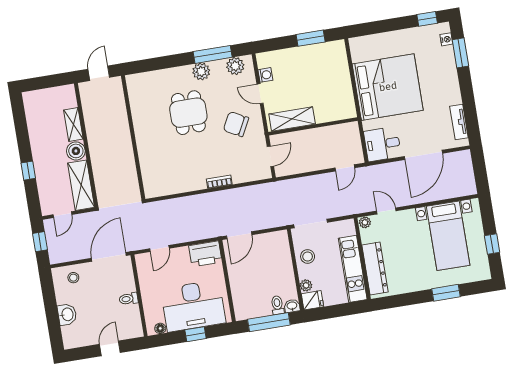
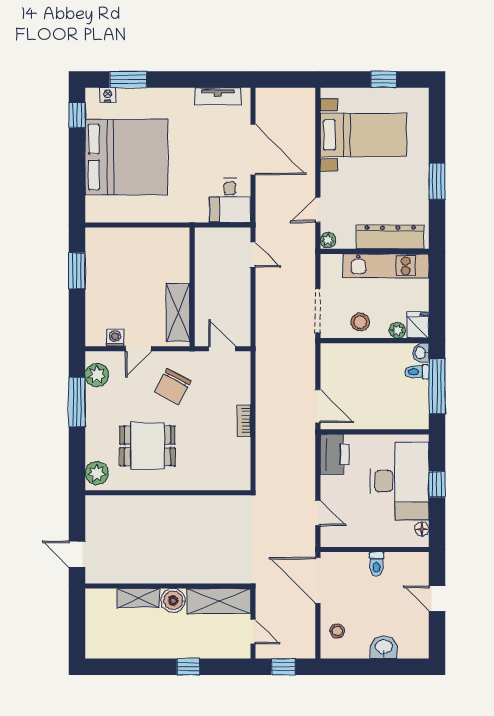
plant: (201, 71) -> (97, 473), moved
bed: (388, 87) -> (126, 157), moved, turned 90
wall: (133, 137) -> (168, 493), moved
window: (446, 293) -> (437, 181), moved

